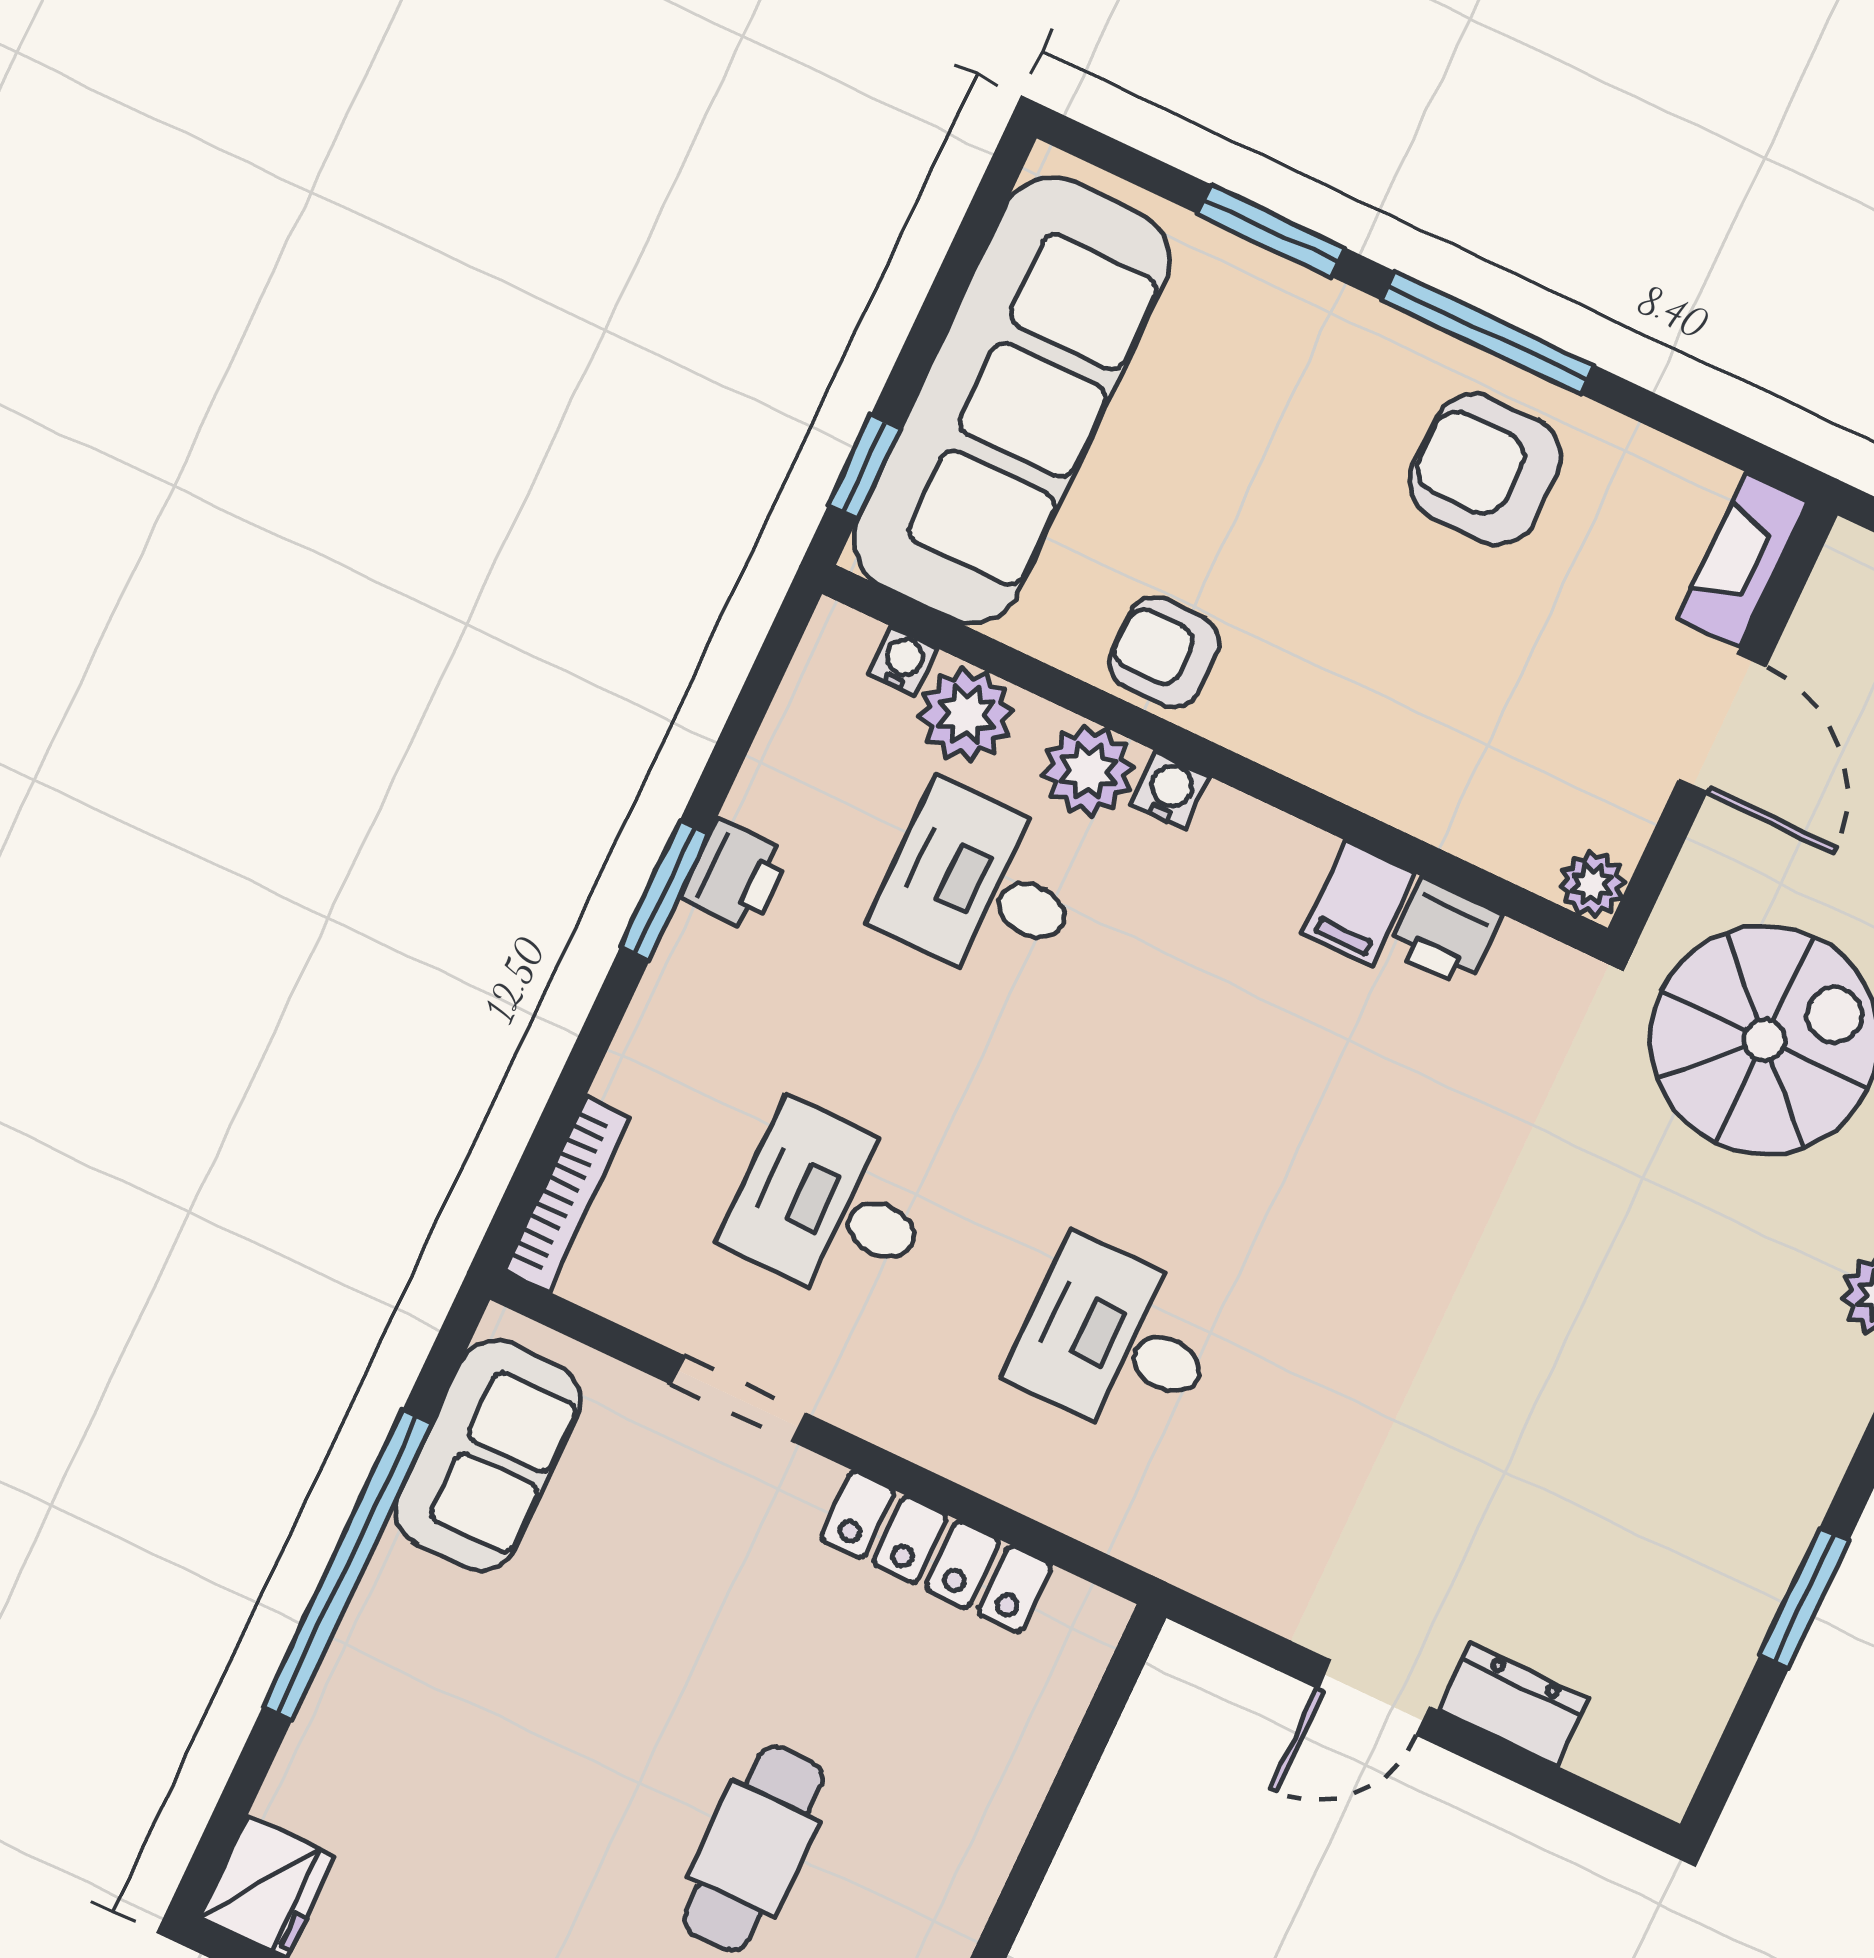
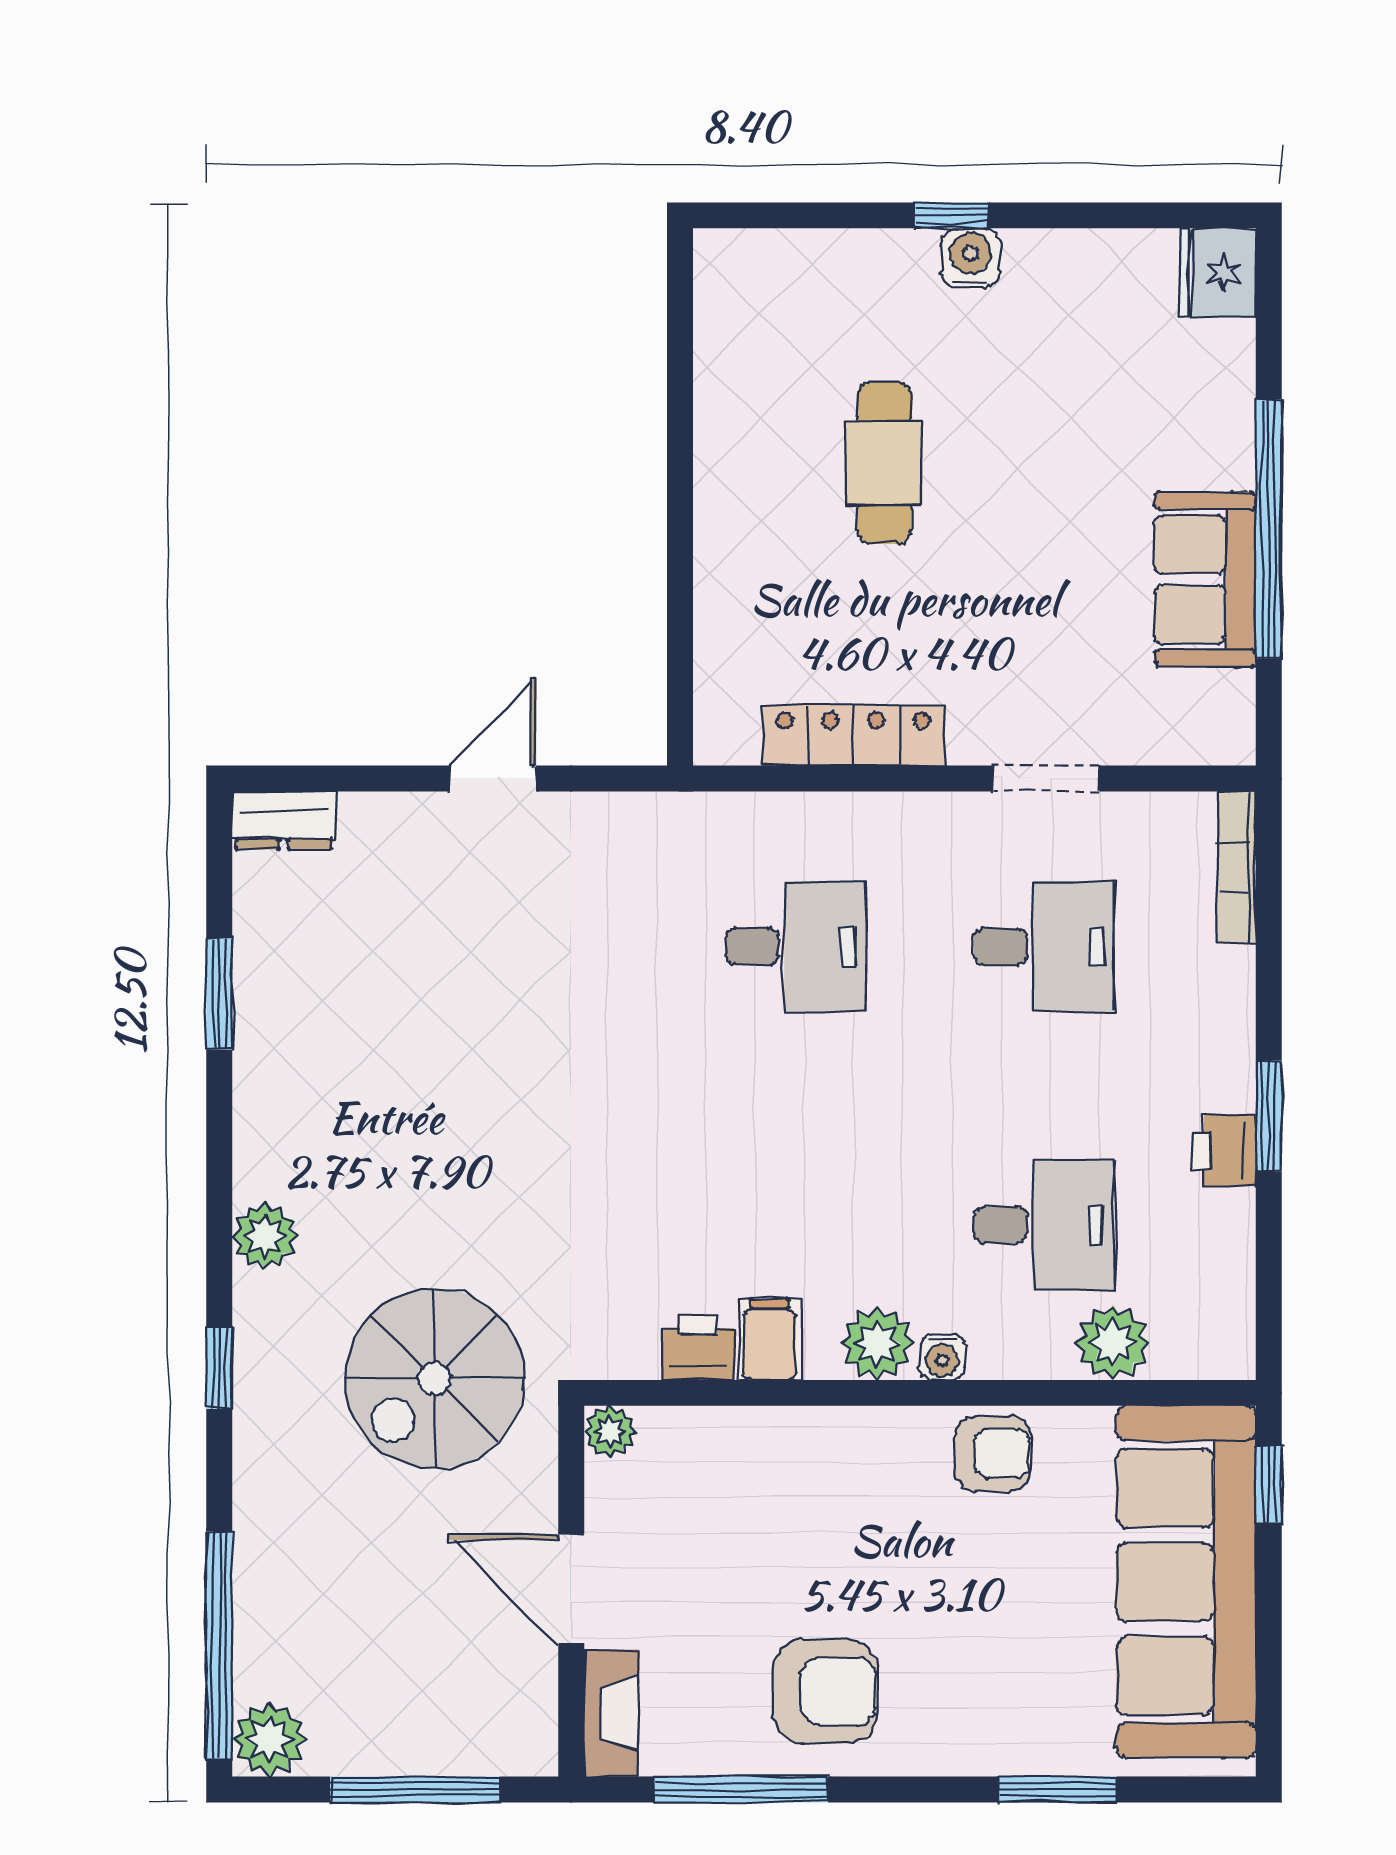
window: (1487, 333) -> (741, 1790), moved
water cooler: (903, 661) -> (1176, 1359), removed
plant: (1088, 771) -> (877, 1343), moved
sofa: (488, 1455) -> (1205, 580), moved
dresser: (1513, 1705) -> (284, 820), moved

